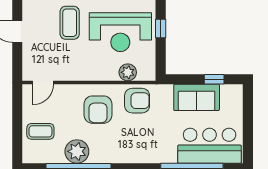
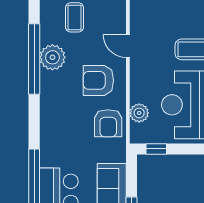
window: (161, 29) -> (156, 149), moved
door: (43, 83) -> (128, 46), moved

